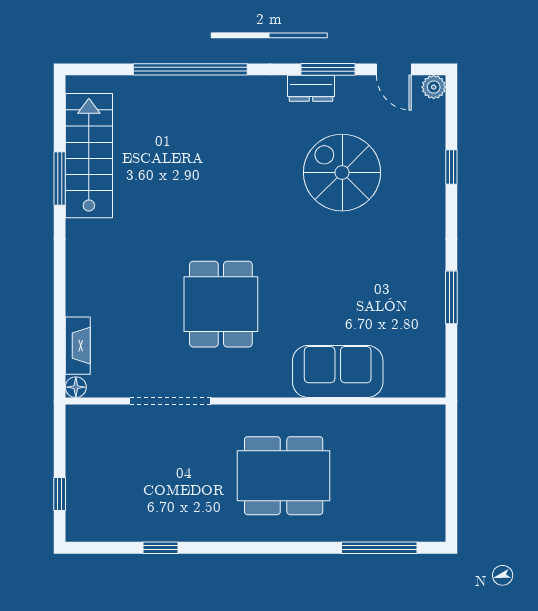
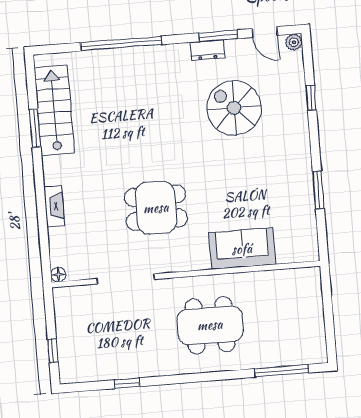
dining table: (221, 304) -> (156, 208), turned 90
fireplace: (78, 346) -> (54, 206), moved

